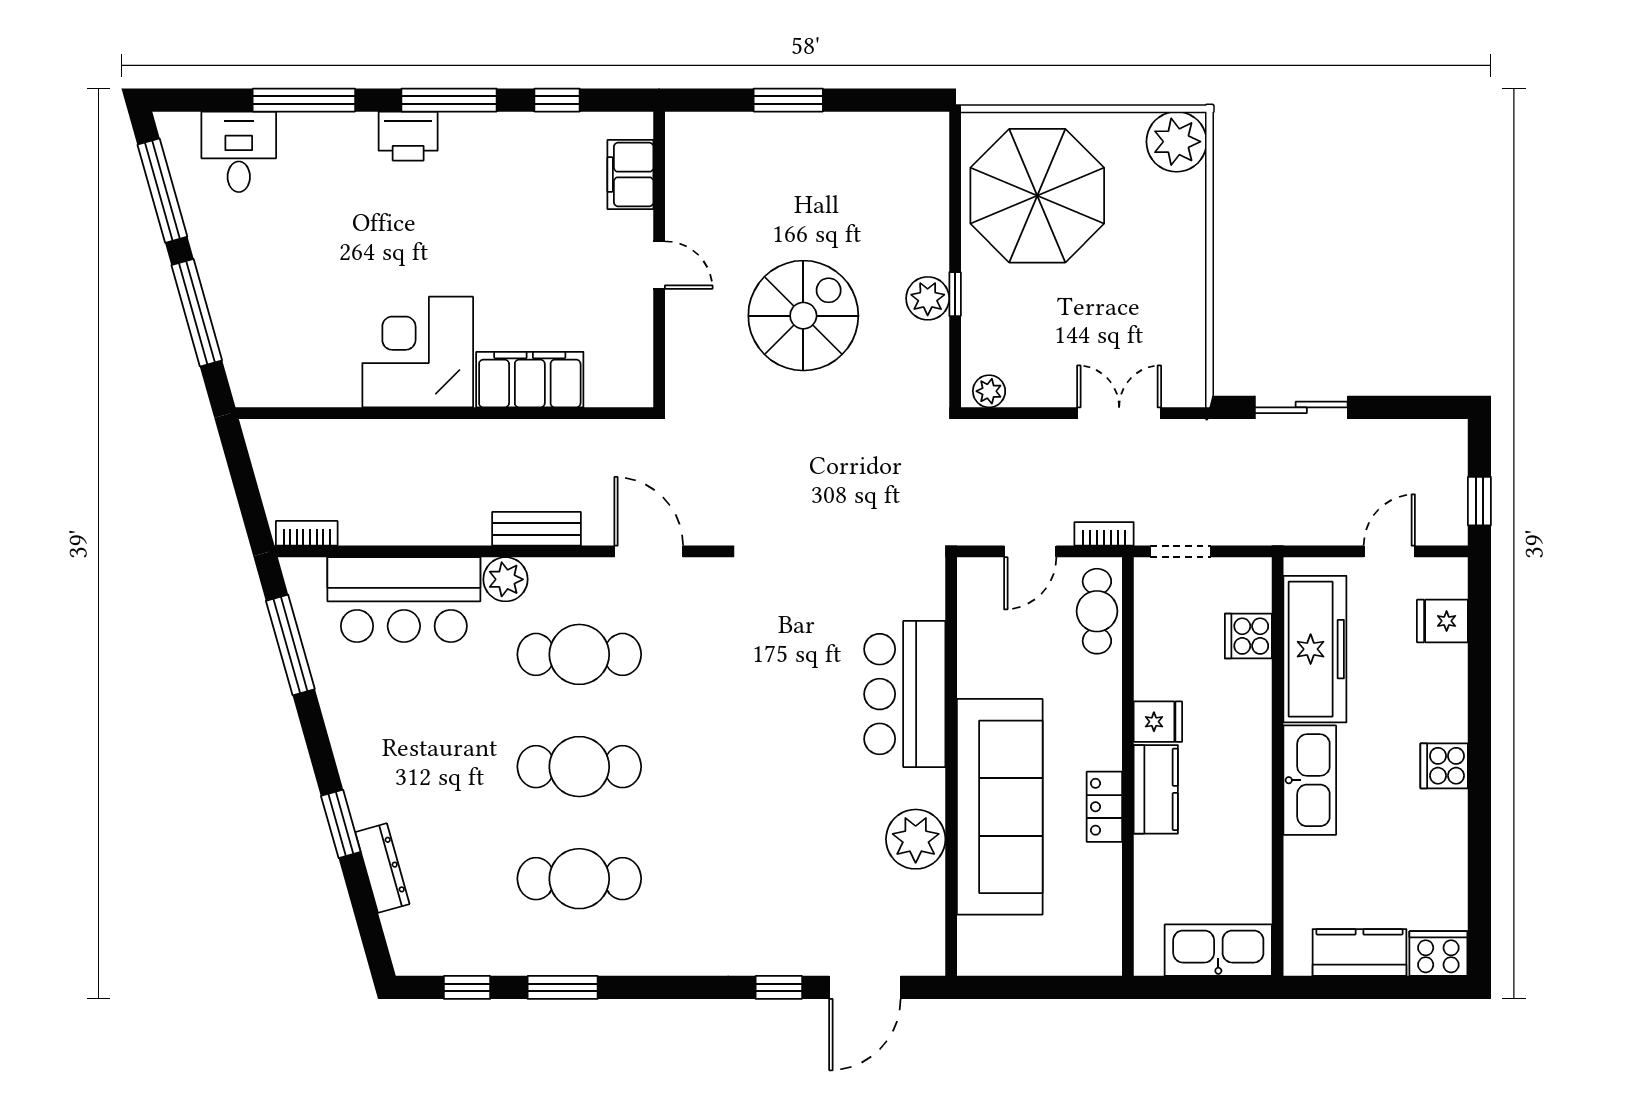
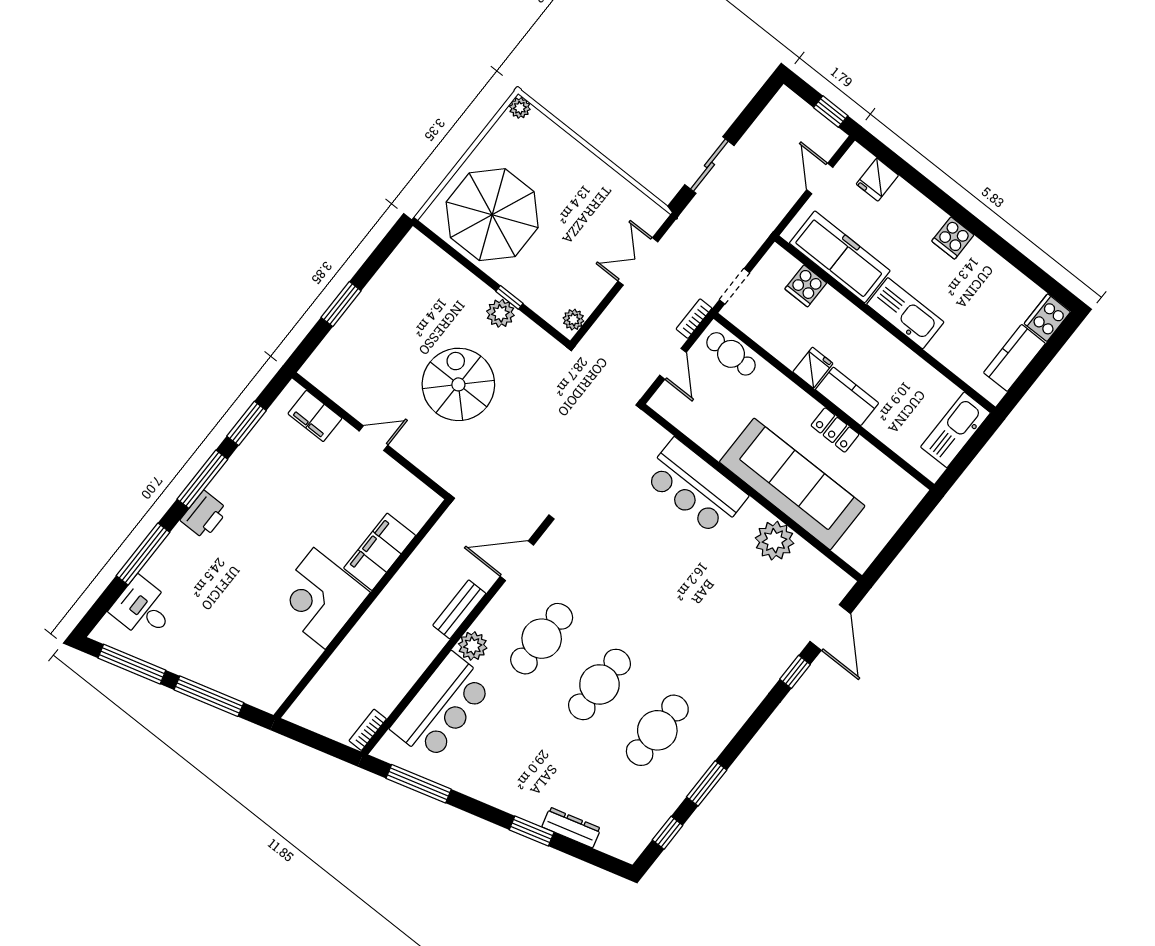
window: (557, 100) -> (247, 423), width x1.50
plant: (1177, 142) -> (520, 108), width x0.53, depth x0.53

